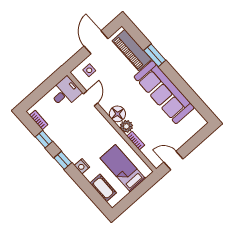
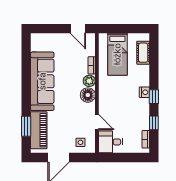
window: (155, 55) -> (26, 126), moved
door: (91, 98) -> (97, 122), swing flipped
nightstand: (82, 166) -> (144, 92), moved

